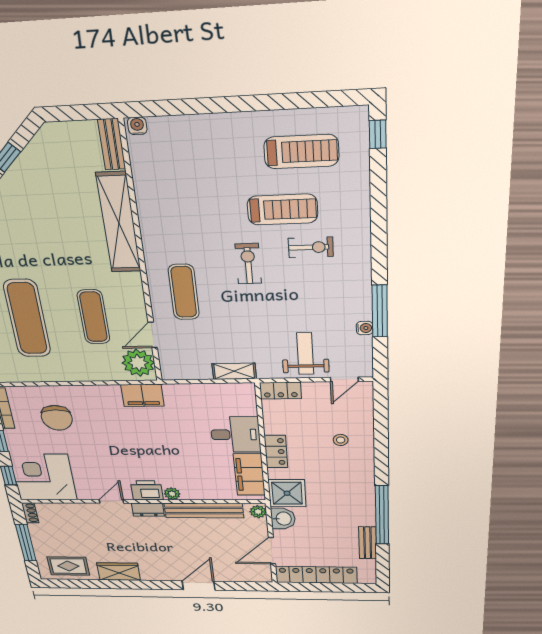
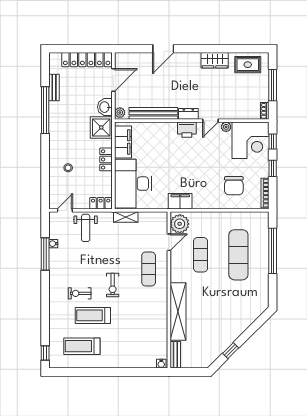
chair: (57, 418) -> (234, 186), turned 180
desk: (236, 435) -> (133, 184), width x1.87, depth x1.30
plant: (172, 494) -> (226, 127), moved

